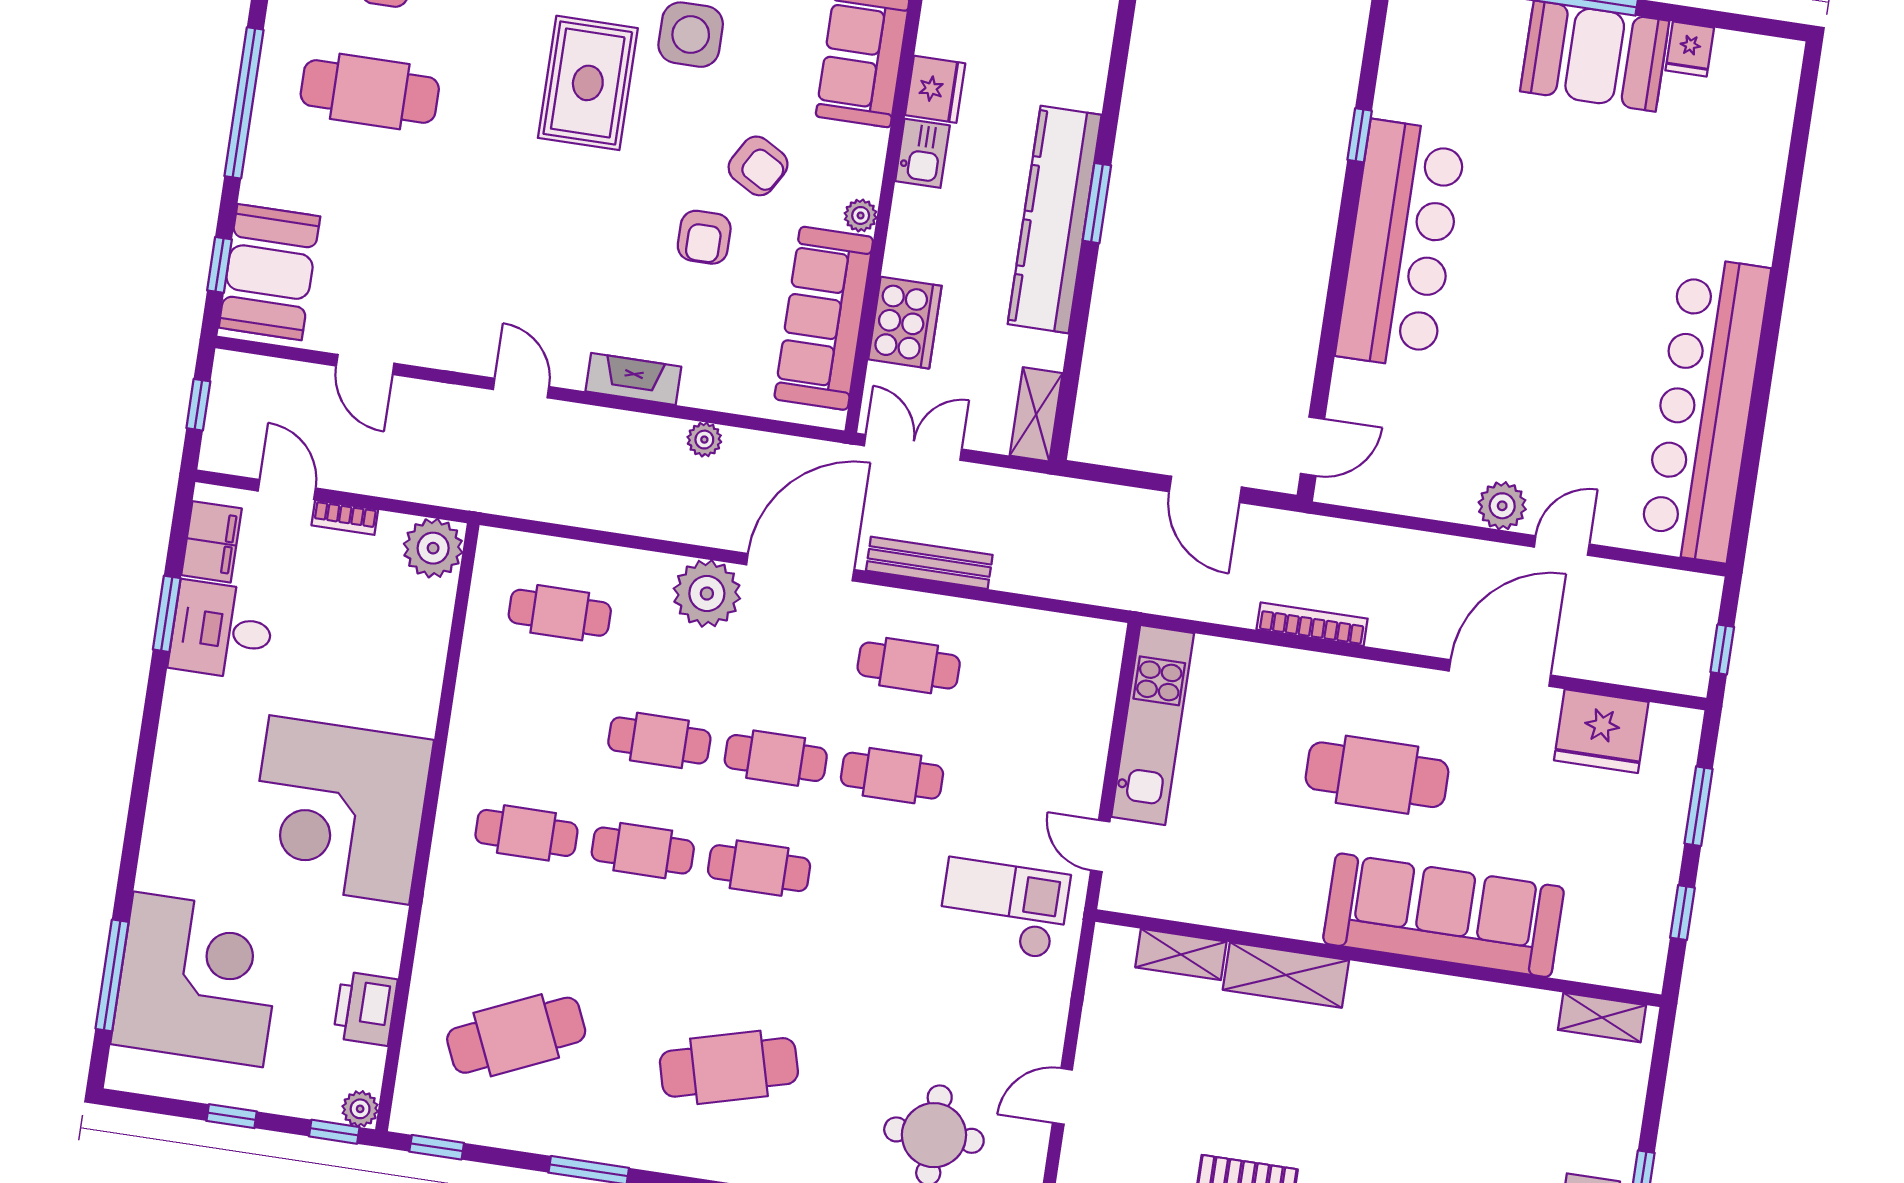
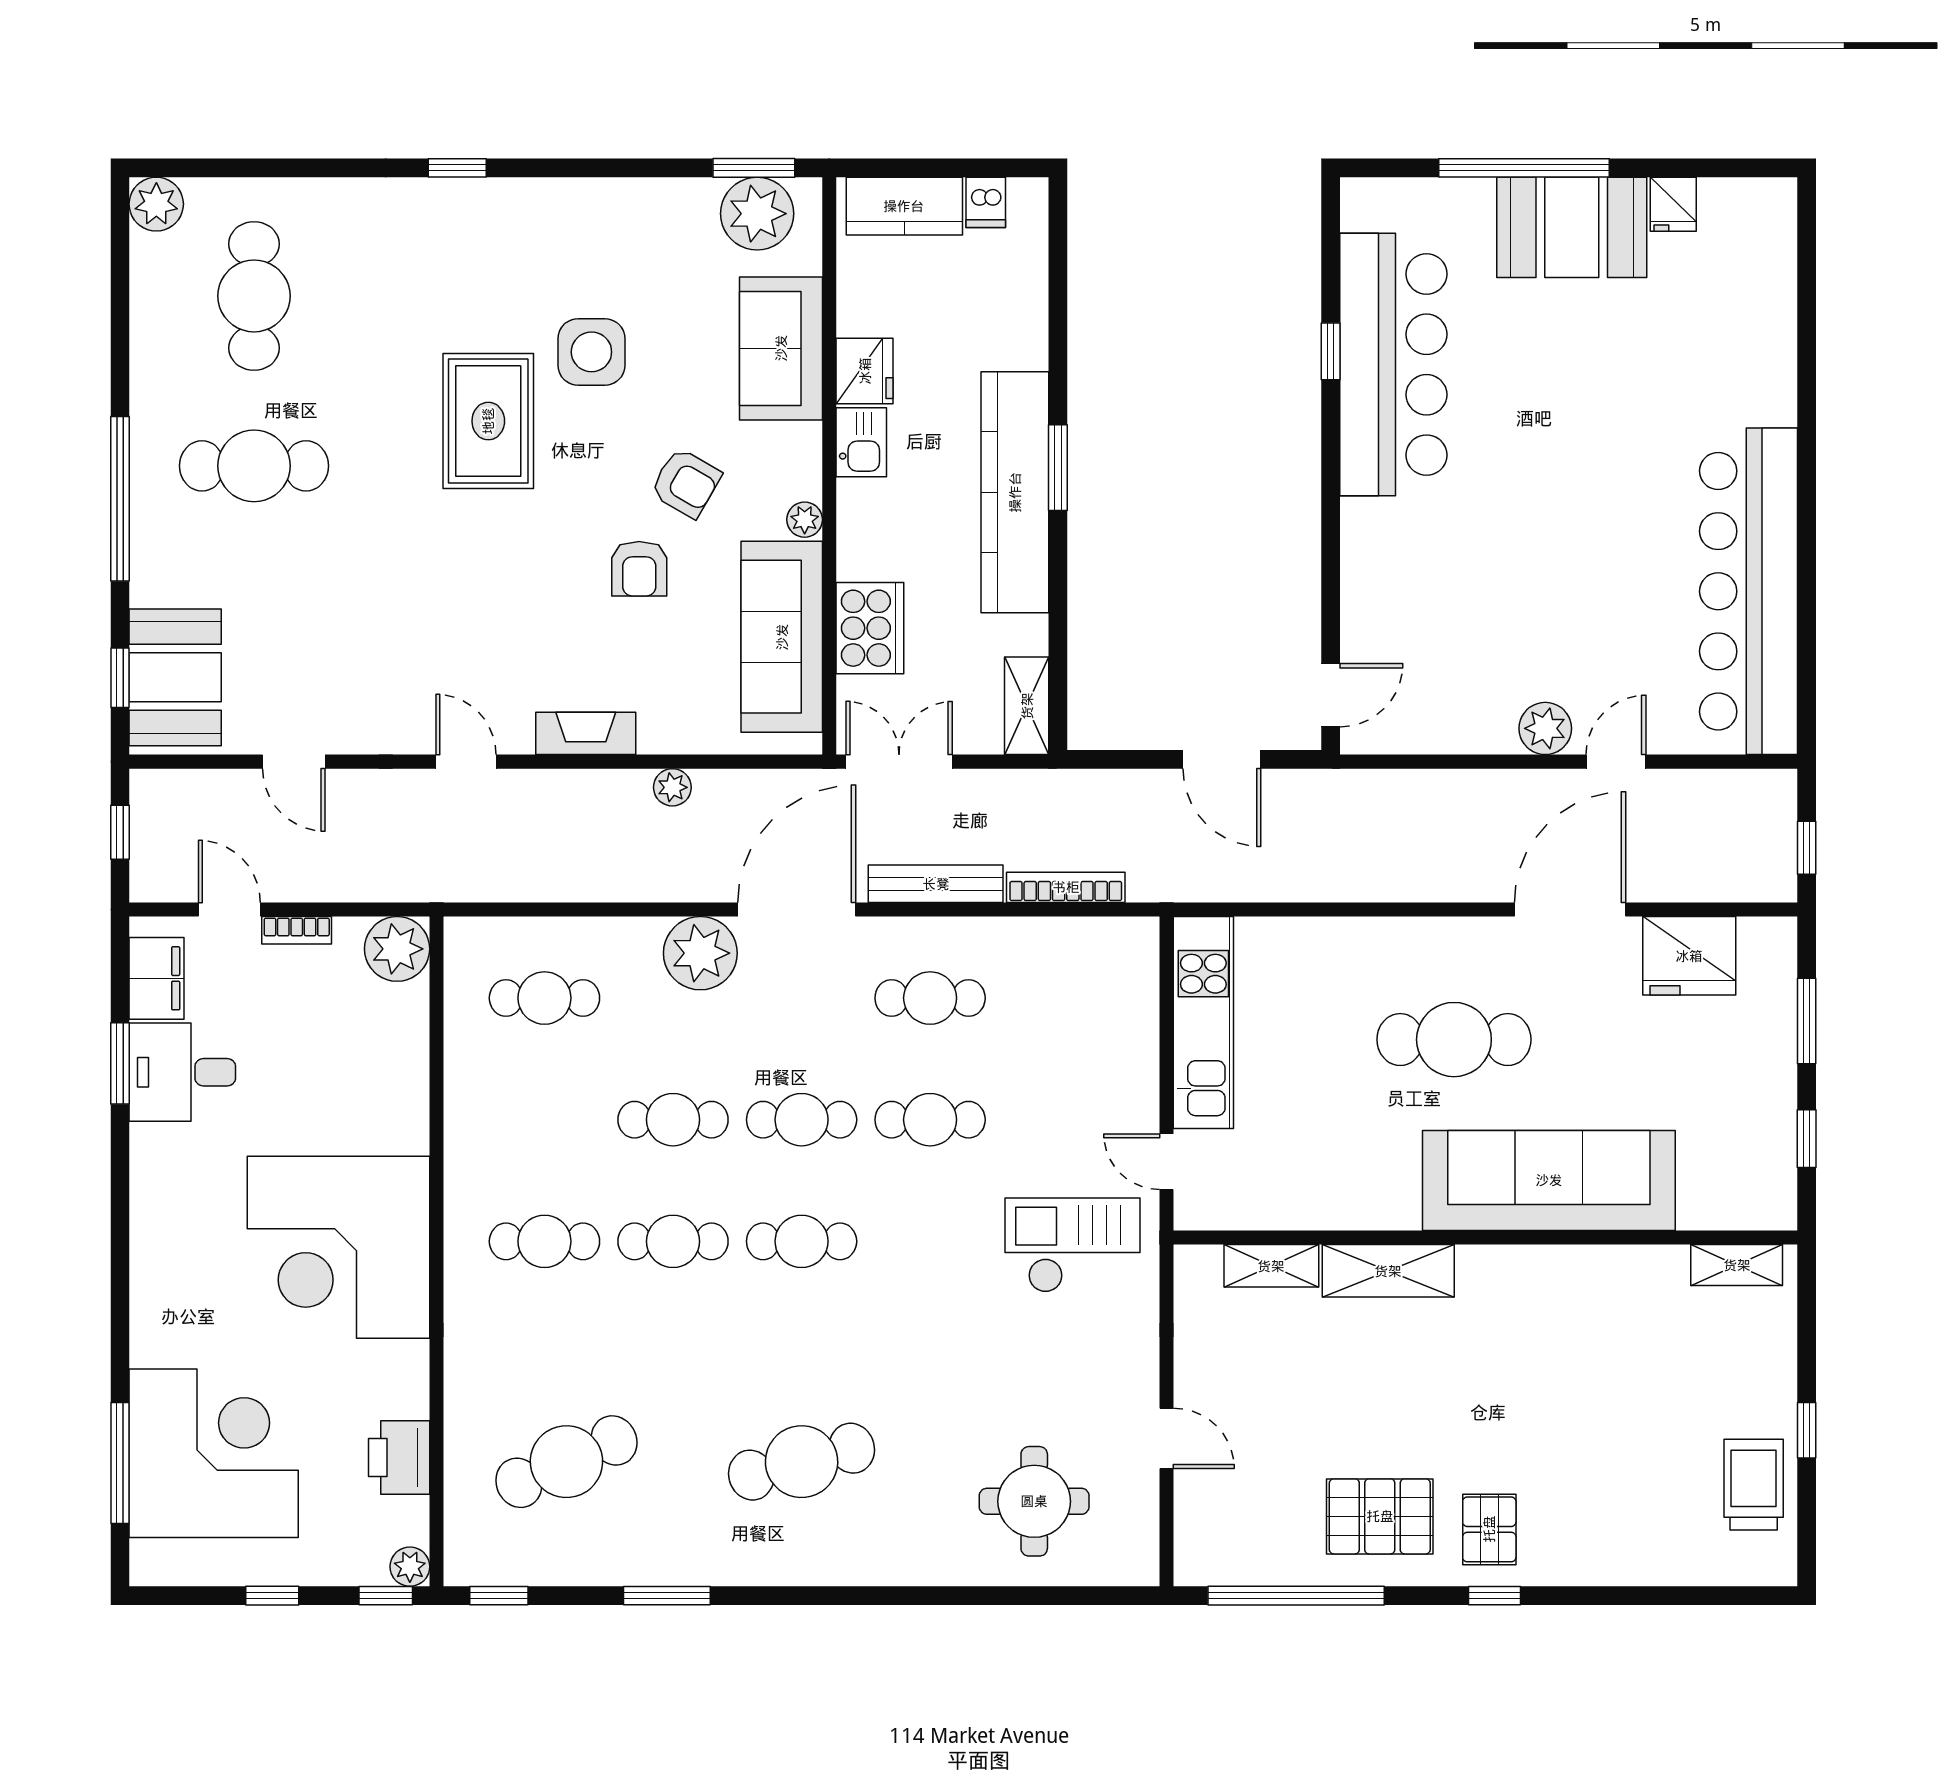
bar counter: (1401, 244) -> (1393, 365), moved
bookcase: (1312, 624) -> (1066, 887), moved
door: (1062, 1096) -> (1167, 1438), swing flipped

